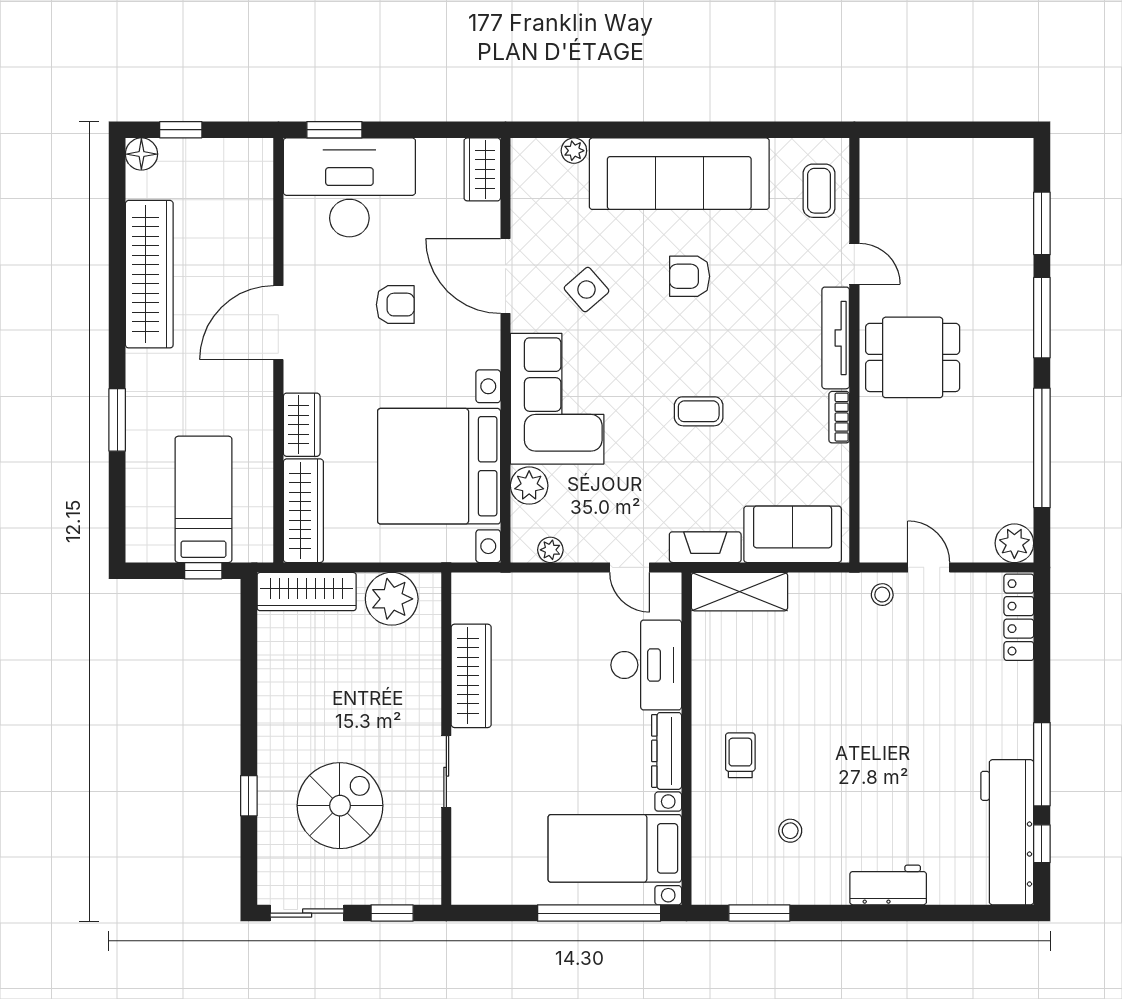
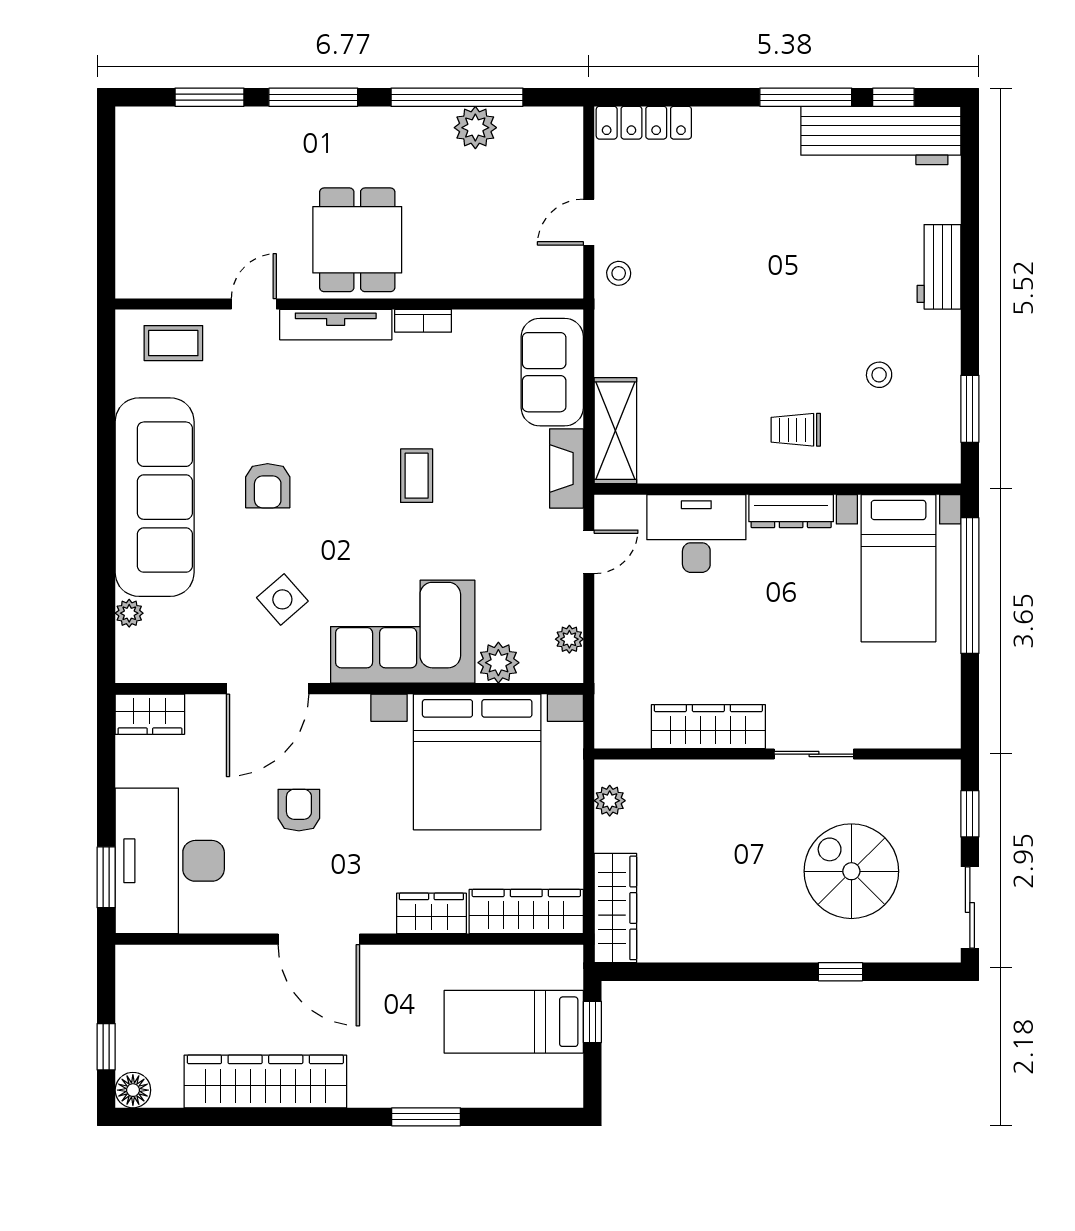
plant: (1014, 543) -> (475, 128), moved
plant: (392, 599) -> (610, 801), width x0.53, depth x0.53

